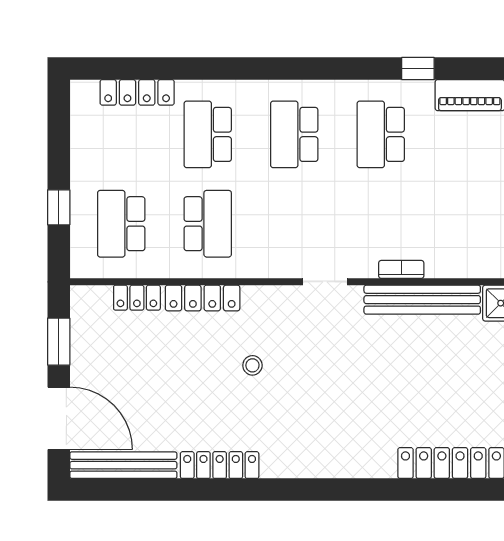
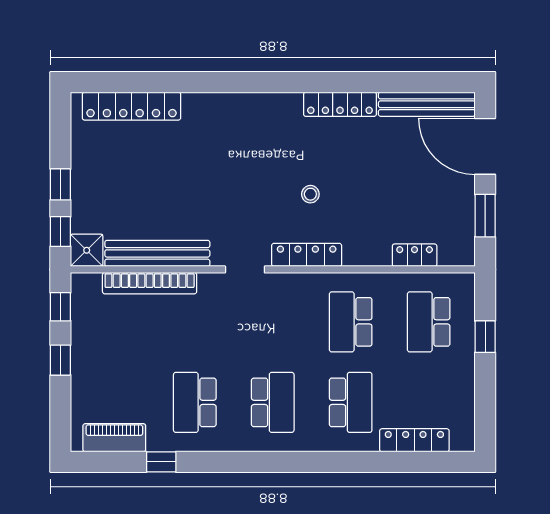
school desk: (381, 134) -> (195, 402), turned 180
school desk: (121, 224) -> (429, 322), turned 180
bookcase: (401, 269) -> (150, 283), width x2.31, depth x1.31
locker: (203, 298) -> (307, 255), moved

